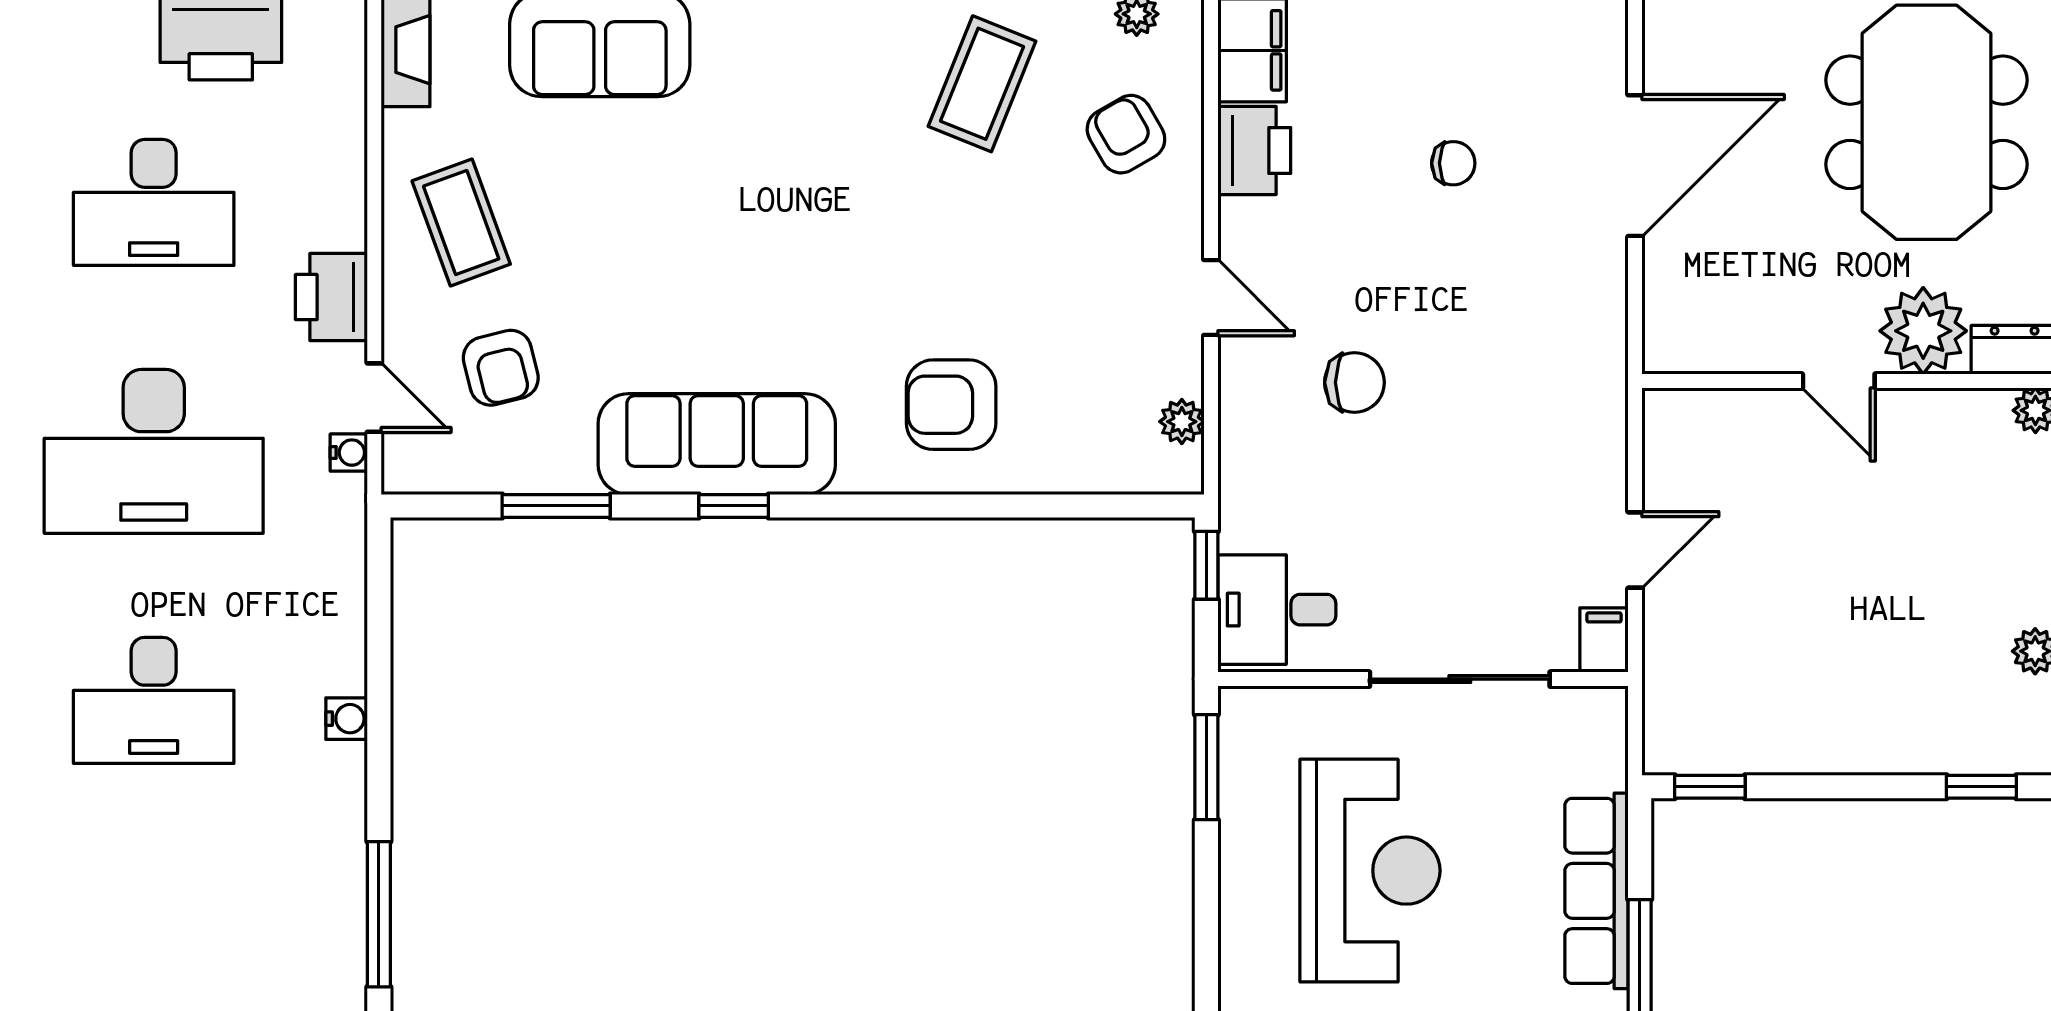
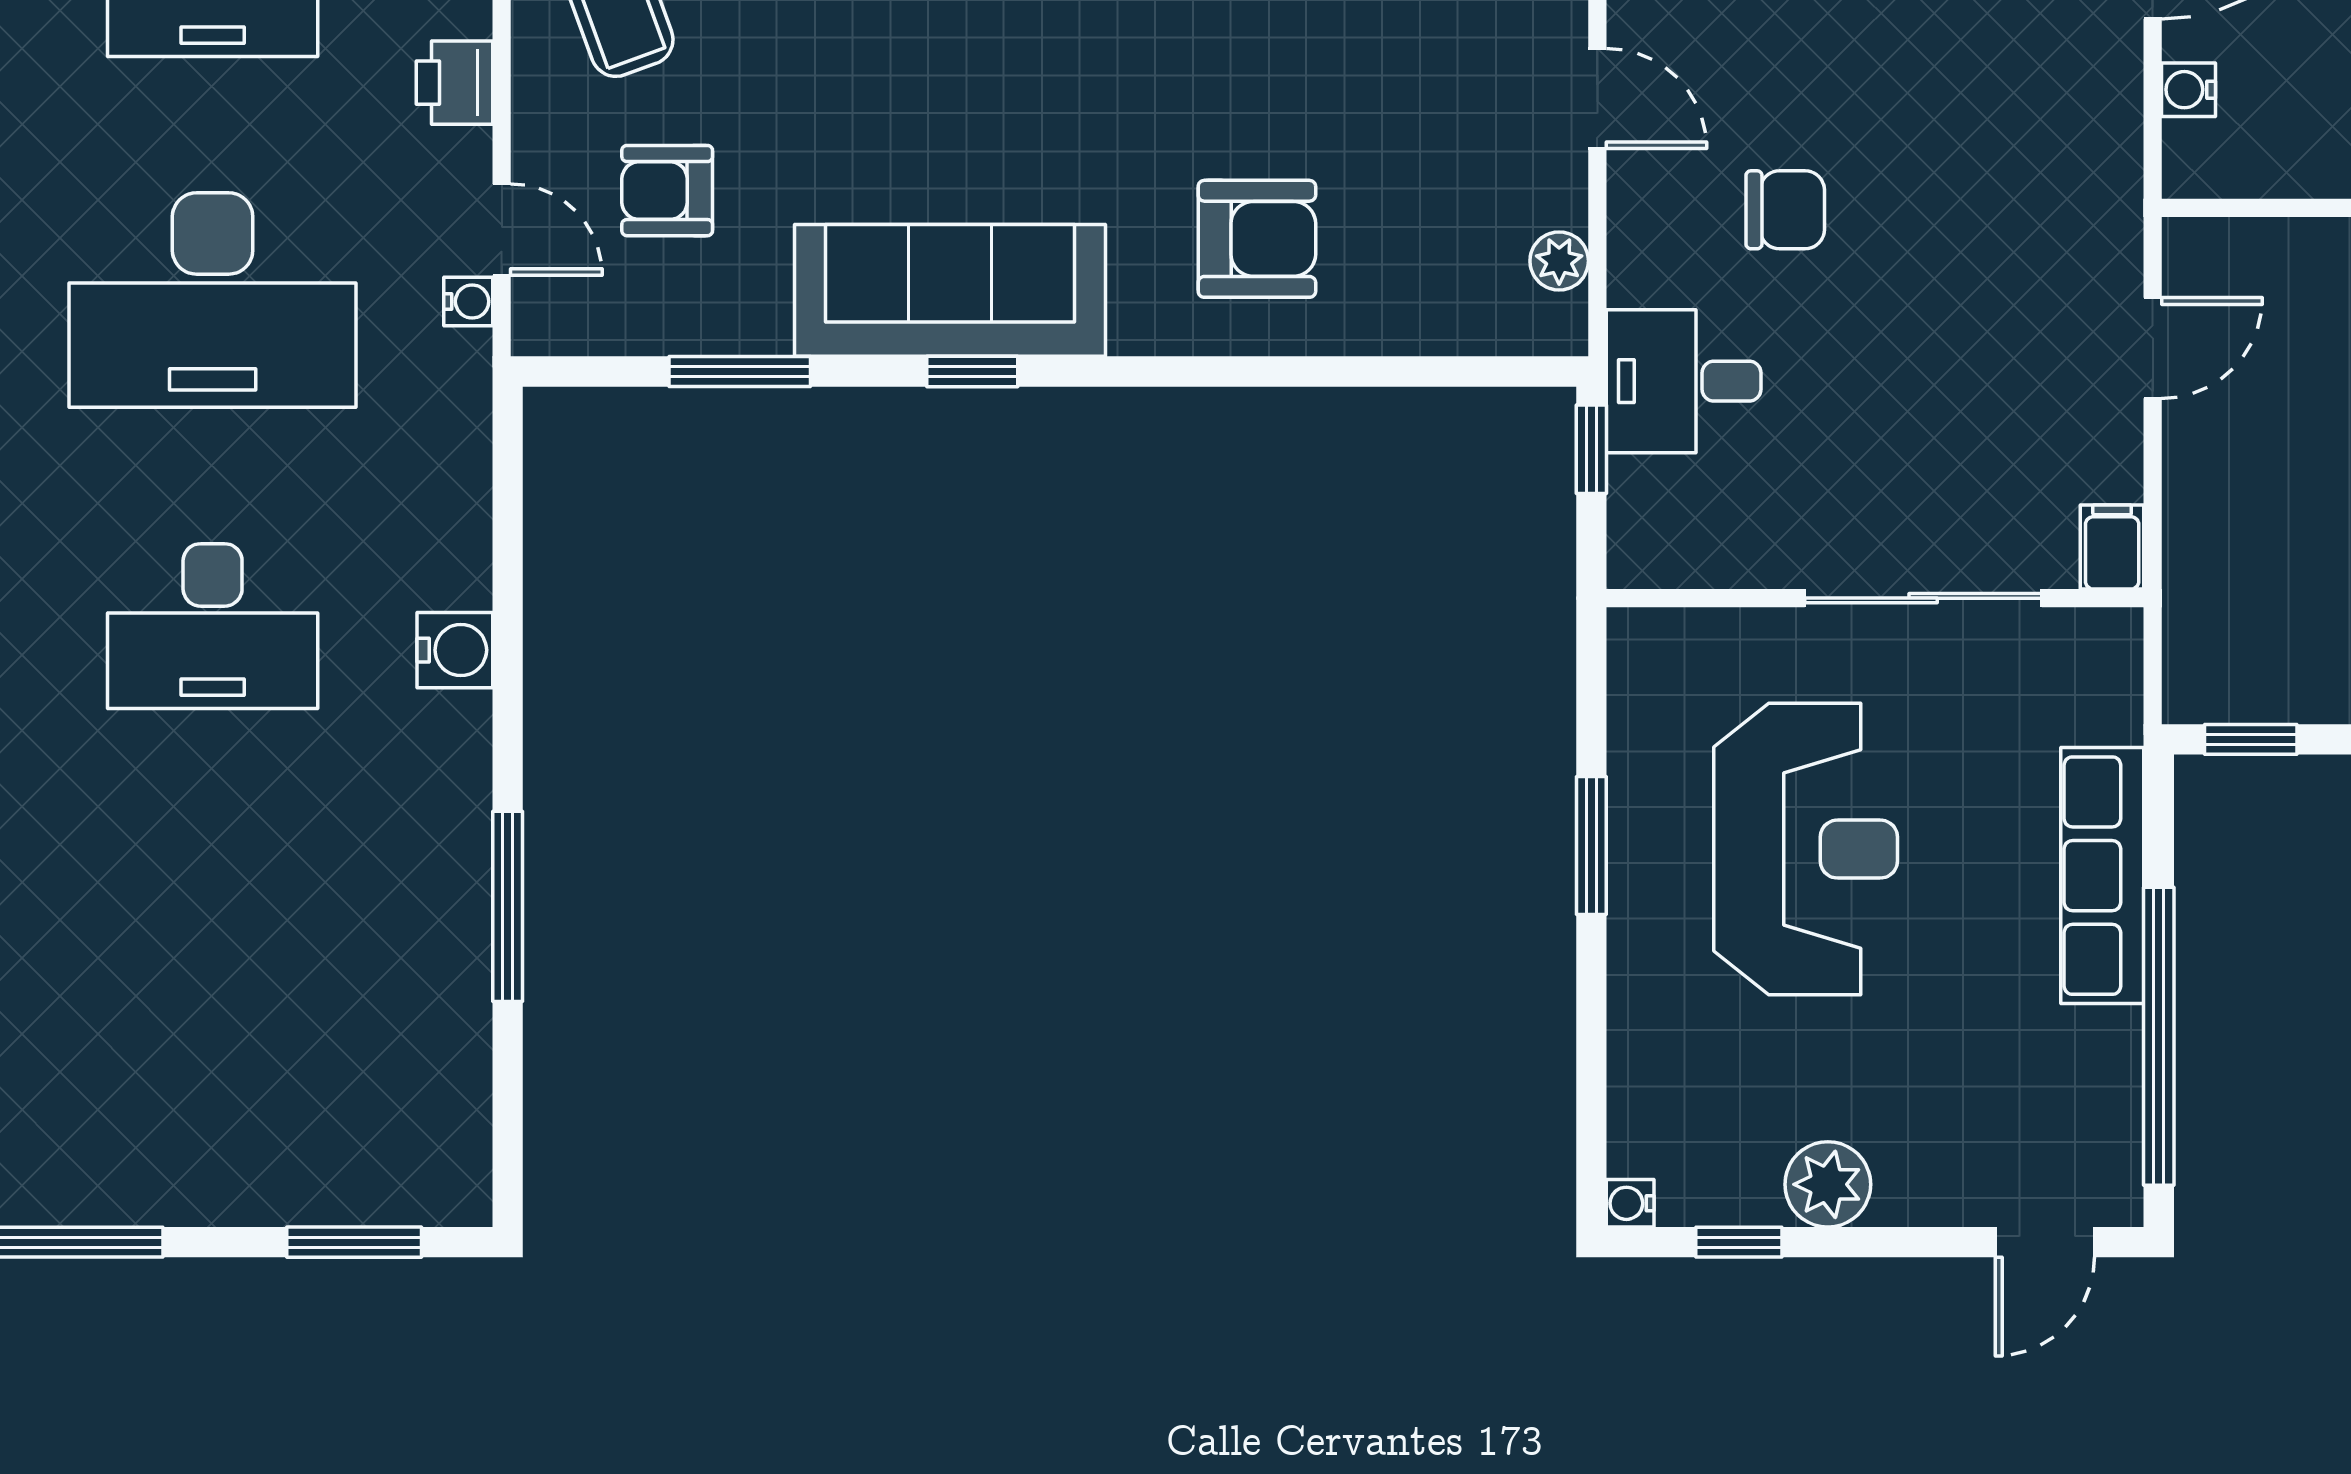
water cooler: (1662, 291) -> (2189, 90), added
printer: (331, 297) -> (454, 83), width x0.73, depth x0.81
armchair: (501, 368) -> (667, 191), turned 104
armchair: (951, 405) -> (1257, 239), turned 180
door: (1635, 550) -> (2153, 348), moved
desk: (1277, 610) -> (1684, 381), moved
water cooler: (347, 719) -> (455, 650), width x1.38, depth x1.38
window: (1206, 767) -> (1591, 845), moved

